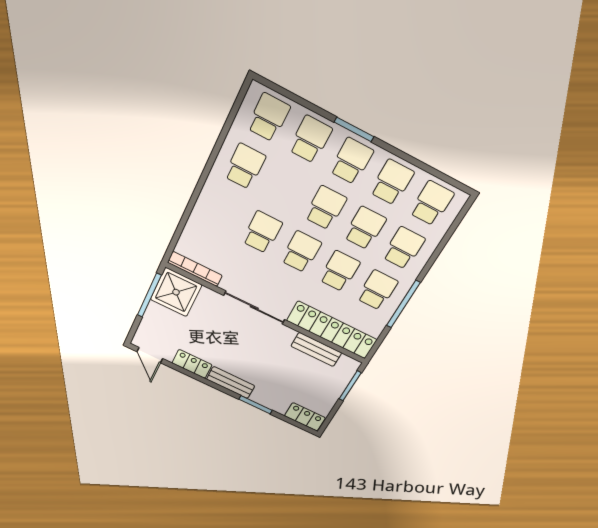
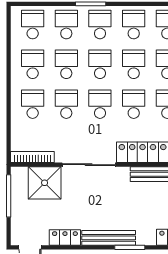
school desk: (285, 187) -> (66, 64), added
school desk: (223, 212) -> (33, 104), added
shower: (176, 292) -> (45, 183), moved
bench: (231, 383) -> (109, 238), width x1.36

